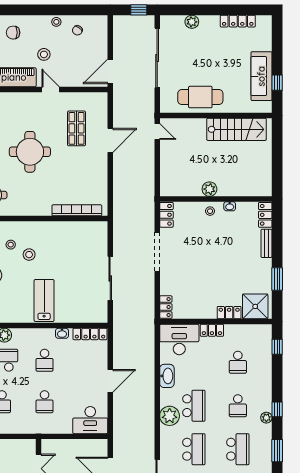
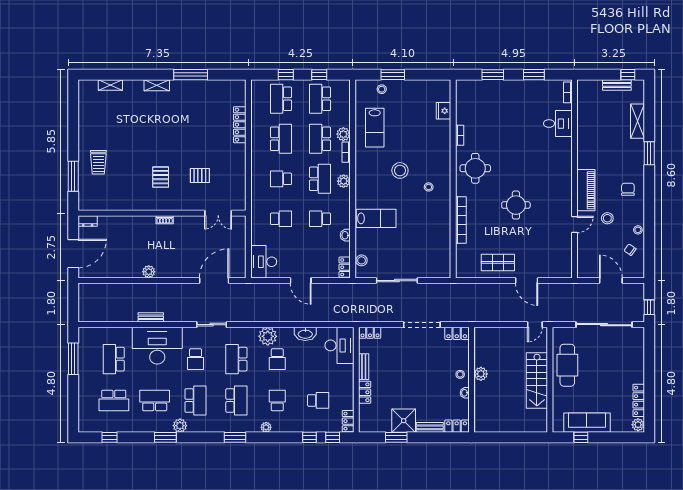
plant: (192, 22) -> (638, 425), moved
door: (110, 71) -> (611, 281), moved
shop shelf: (76, 128) -> (498, 262), moved
stairs: (236, 129) -> (537, 381), moved
round table: (30, 152) -> (516, 205), width x0.73, depth x0.73
bookcase: (77, 210) -> (461, 220), moved
stool: (29, 255) -> (362, 260), moved
shower: (255, 306) -> (404, 421), moved
bench: (202, 314) -> (364, 367), added
locker: (212, 330) -> (348, 421), moved
locker: (90, 334) -> (345, 267), width x0.66
school desk: (238, 362) -> (318, 400), turned 180
school desk: (45, 402) -> (281, 219), turned 180
school desk: (194, 406) -> (277, 359), width x0.54
school desk: (238, 406) -> (277, 400), turned 90
window: (277, 409) -> (310, 437), moved
school desk: (194, 449) -> (236, 359), turned 90
school desk: (238, 449) -> (236, 400), turned -90

